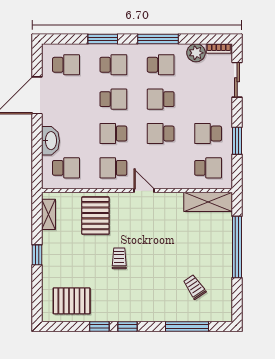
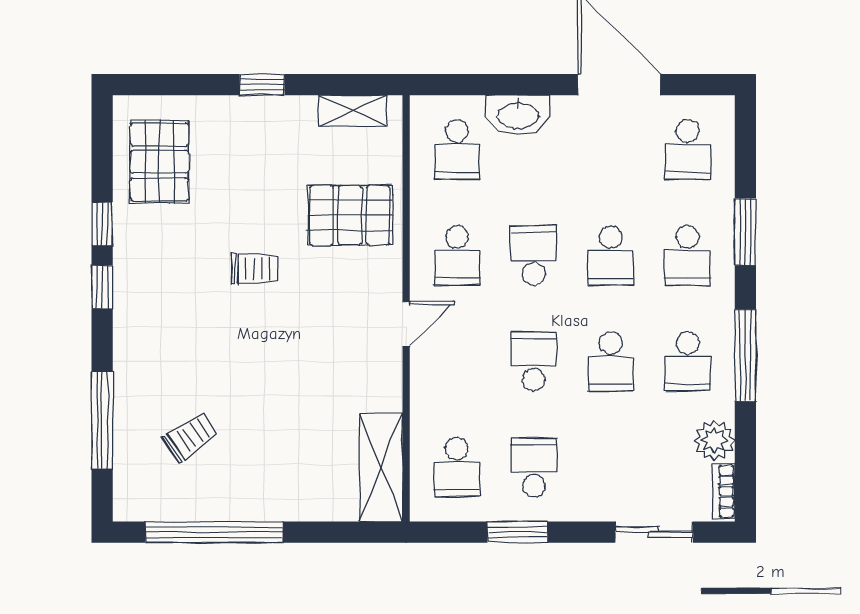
school desk: (161, 99) -> (611, 361), turned 180
school desk: (113, 168) -> (457, 255), turned 180
window: (237, 247) -> (214, 532), moved

